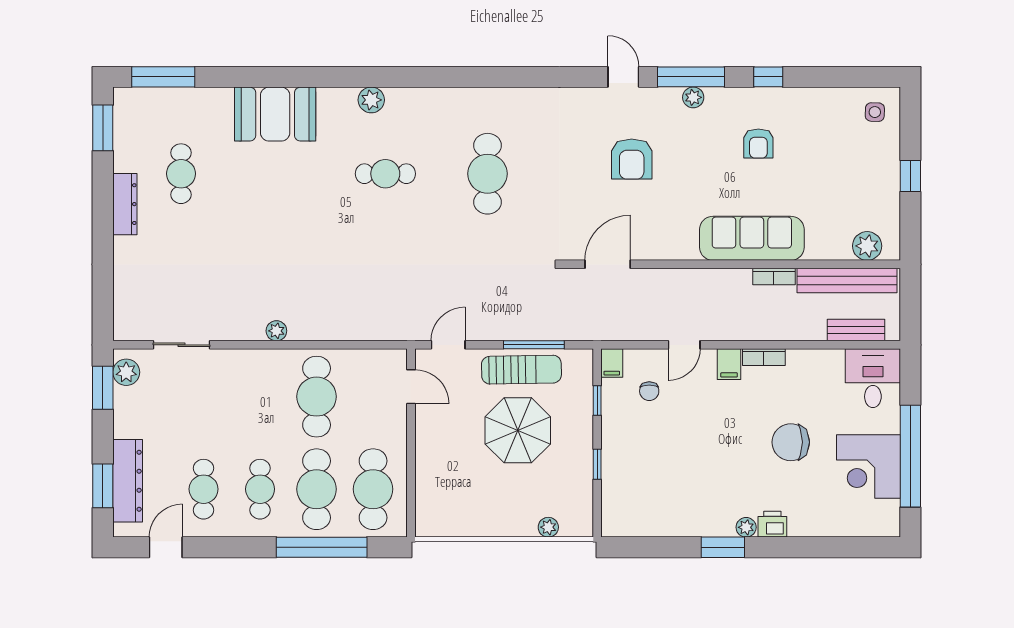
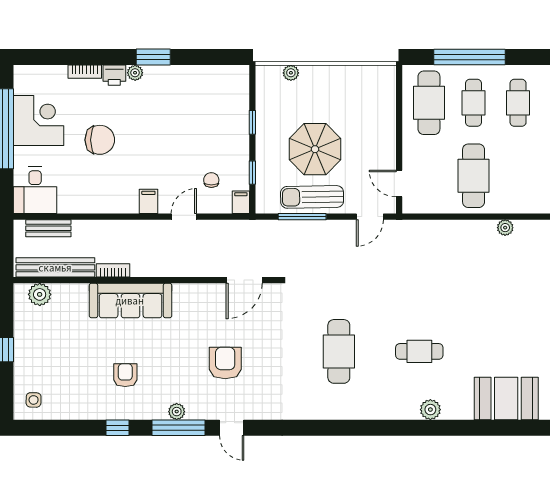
bookcase: (764, 357) -> (85, 72), moved, turned 180
cafe table: (317, 489) -> (474, 103), width x0.73, depth x0.74

